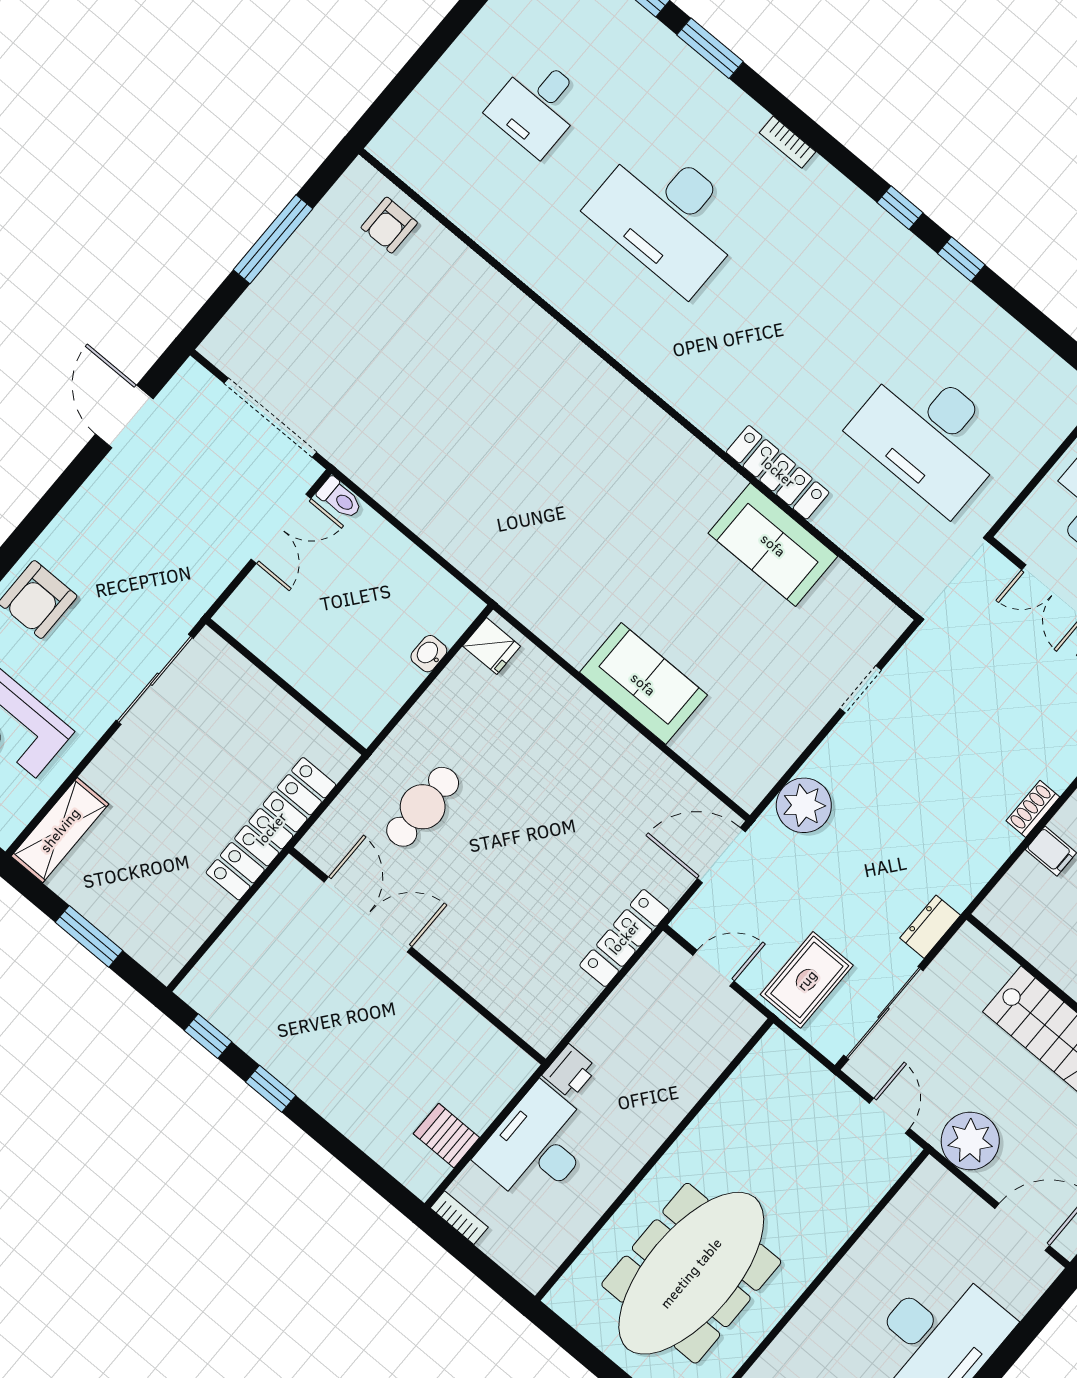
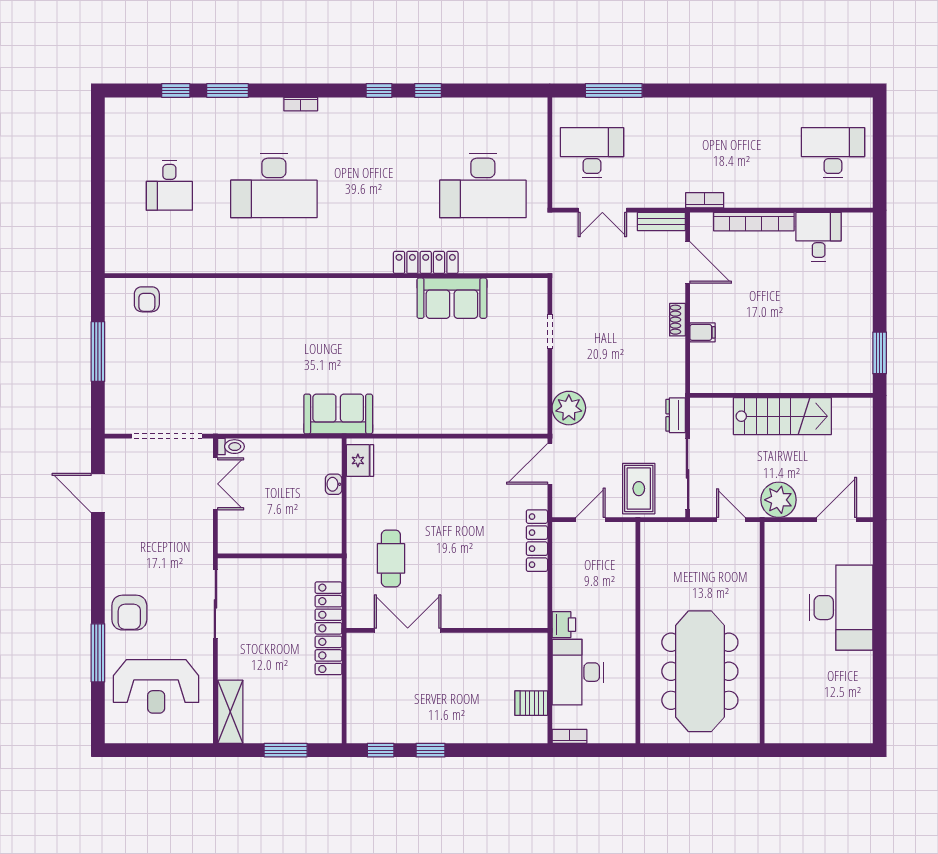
fridge: (492, 646) -> (360, 461), width x1.38
sofa: (643, 684) -> (338, 414), moved

